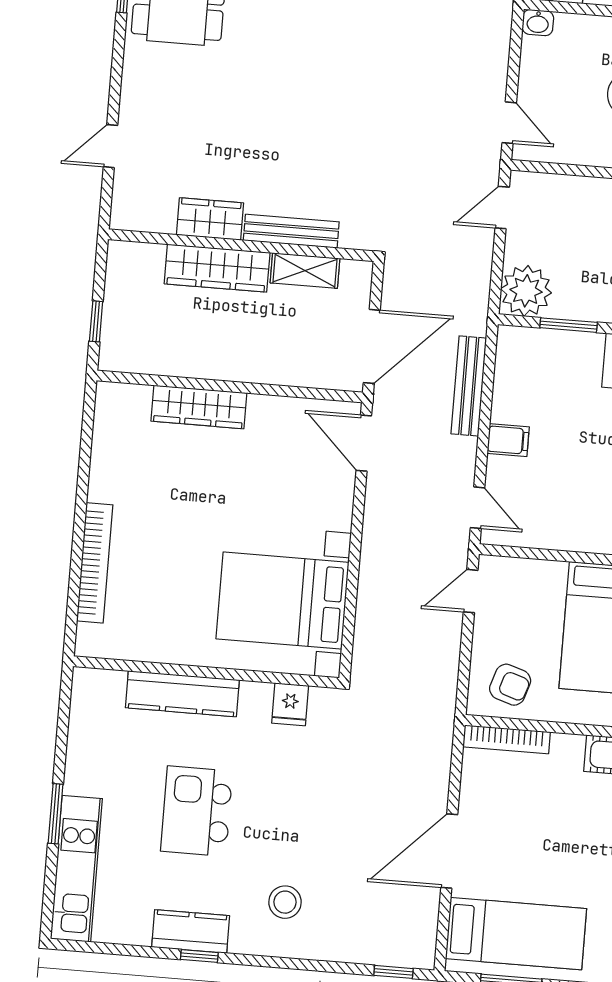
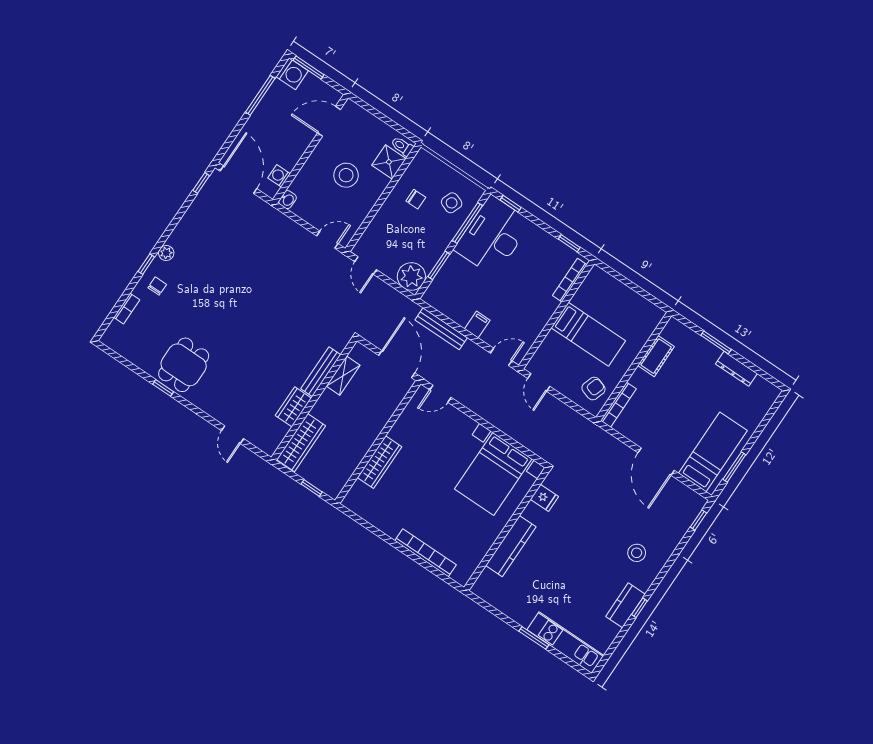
wardrobe: (217, 268) -> (301, 443), moved
door: (364, 443) -> (440, 394), width x0.73
kitchen island: (197, 811) -> (570, 570), removed

